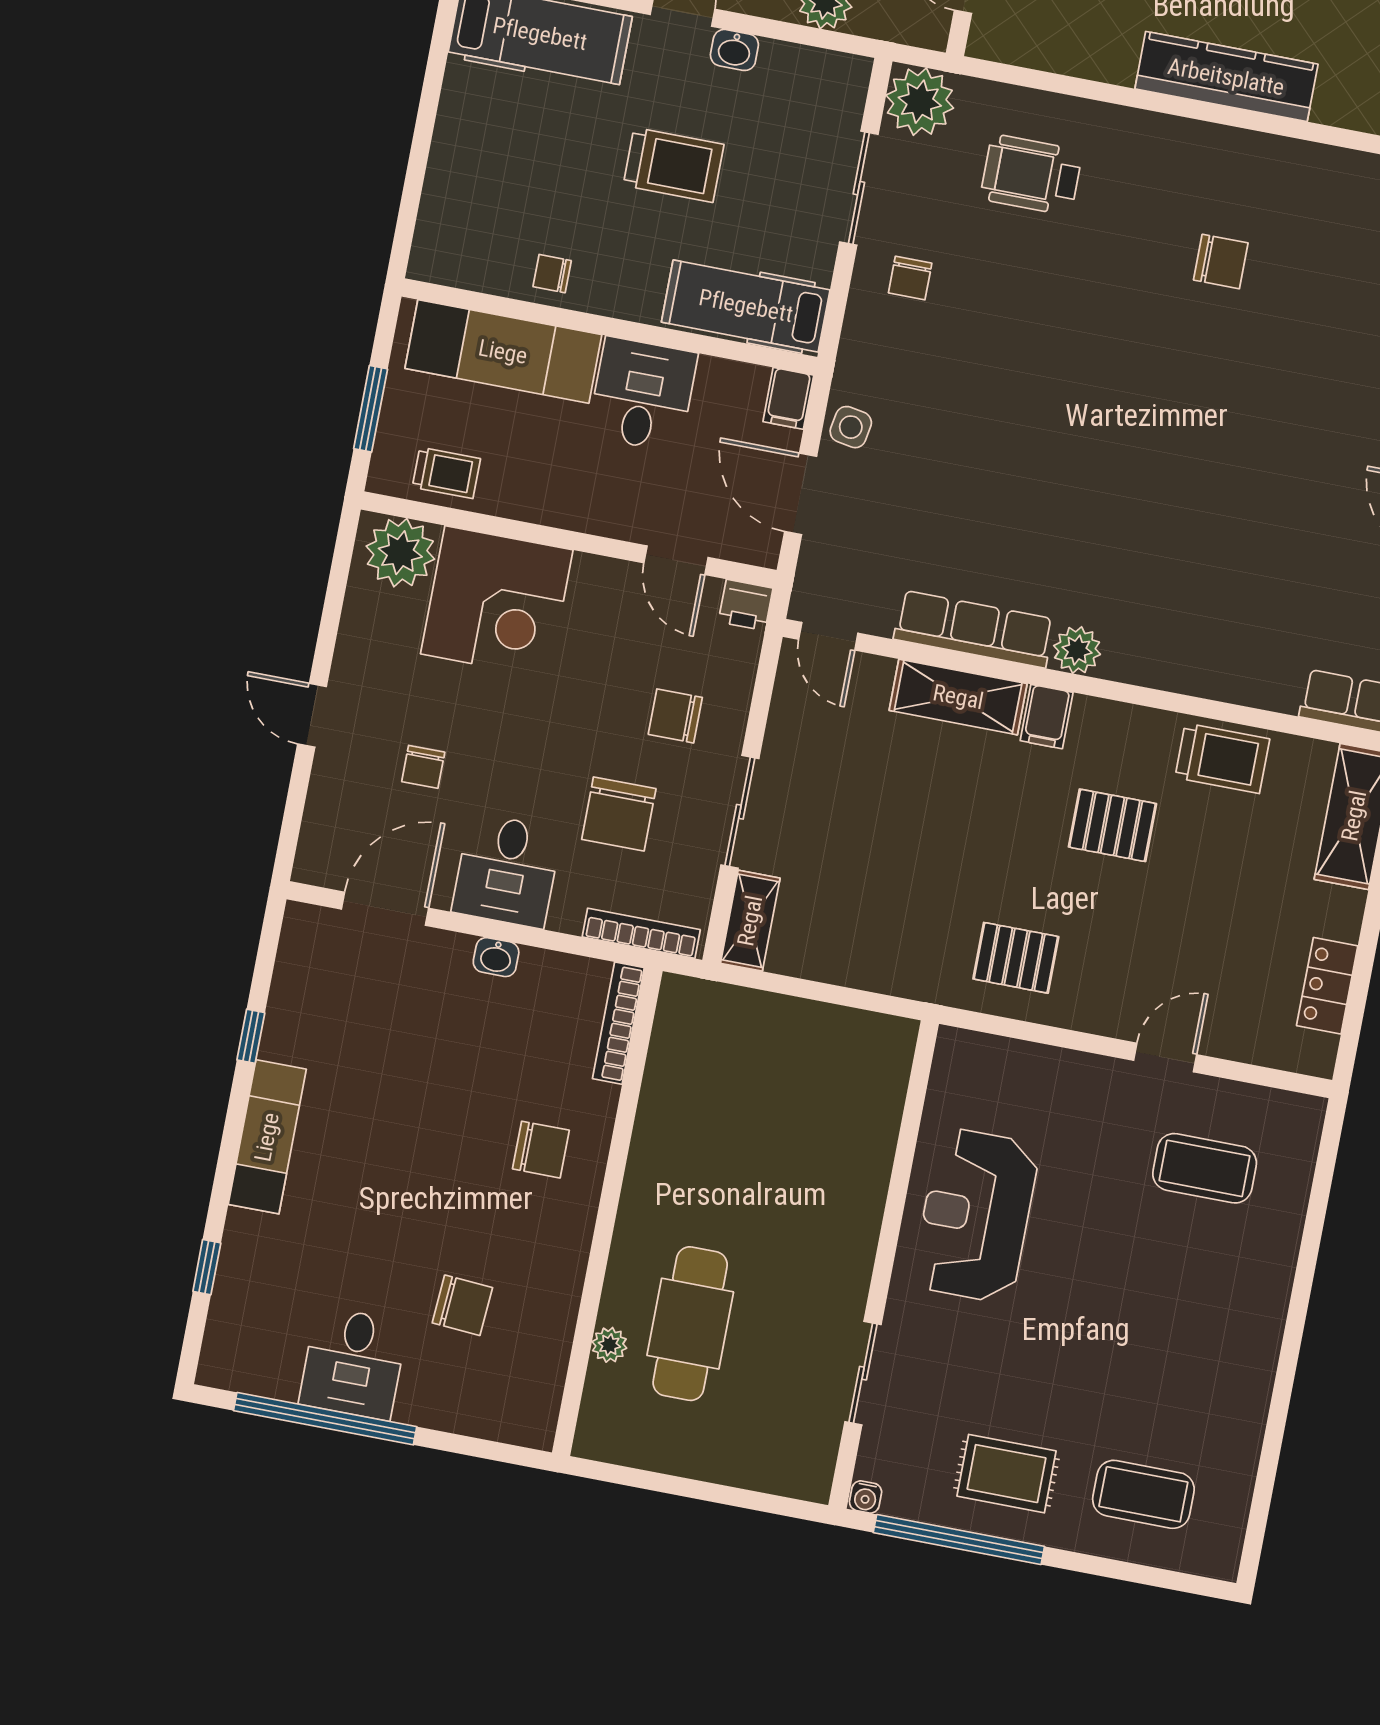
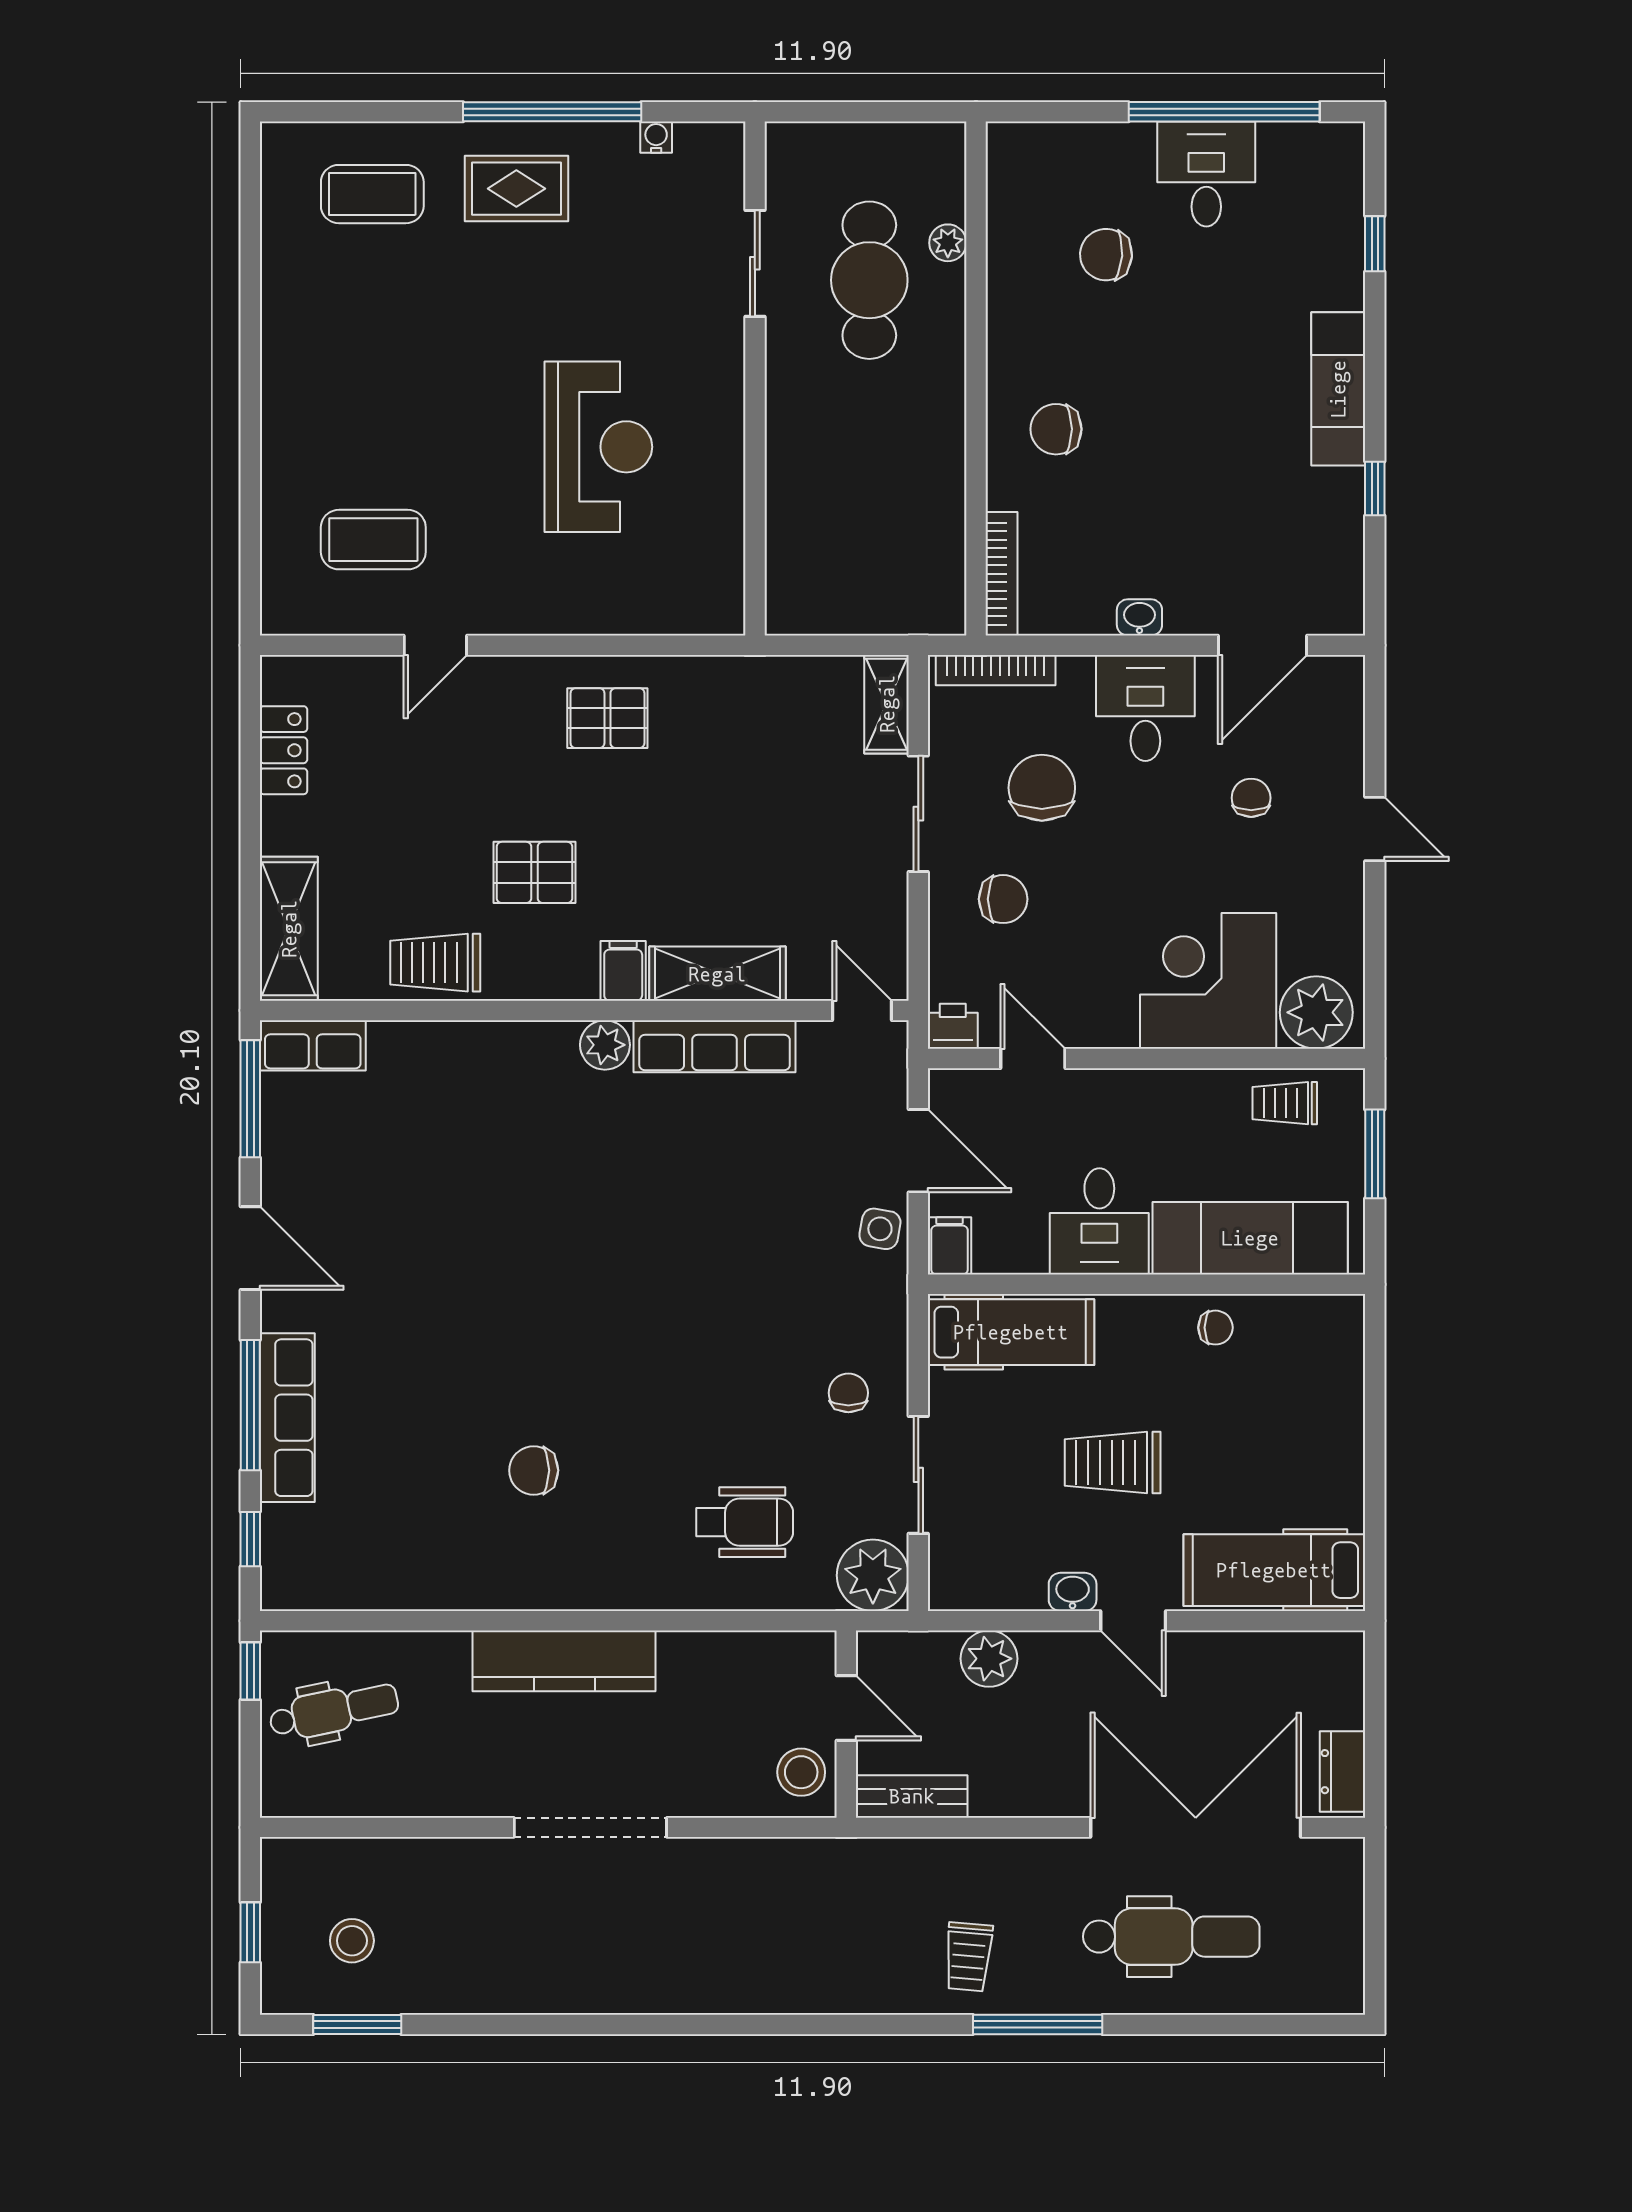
wall: (884, 1264) -> (755, 379), moved
sliding door: (863, 1373) -> (755, 263), moved

